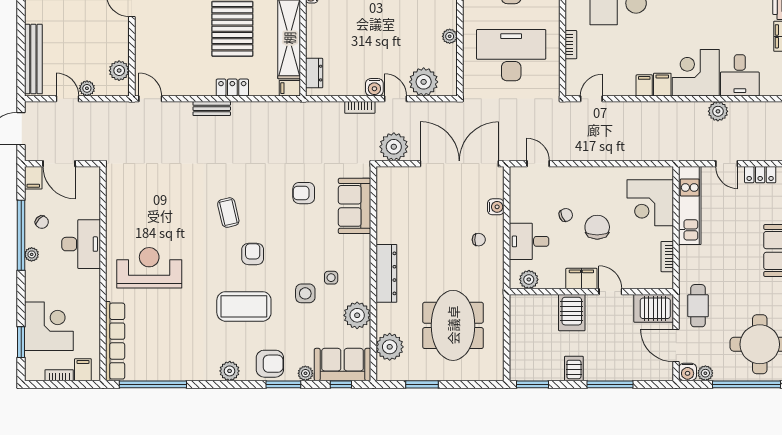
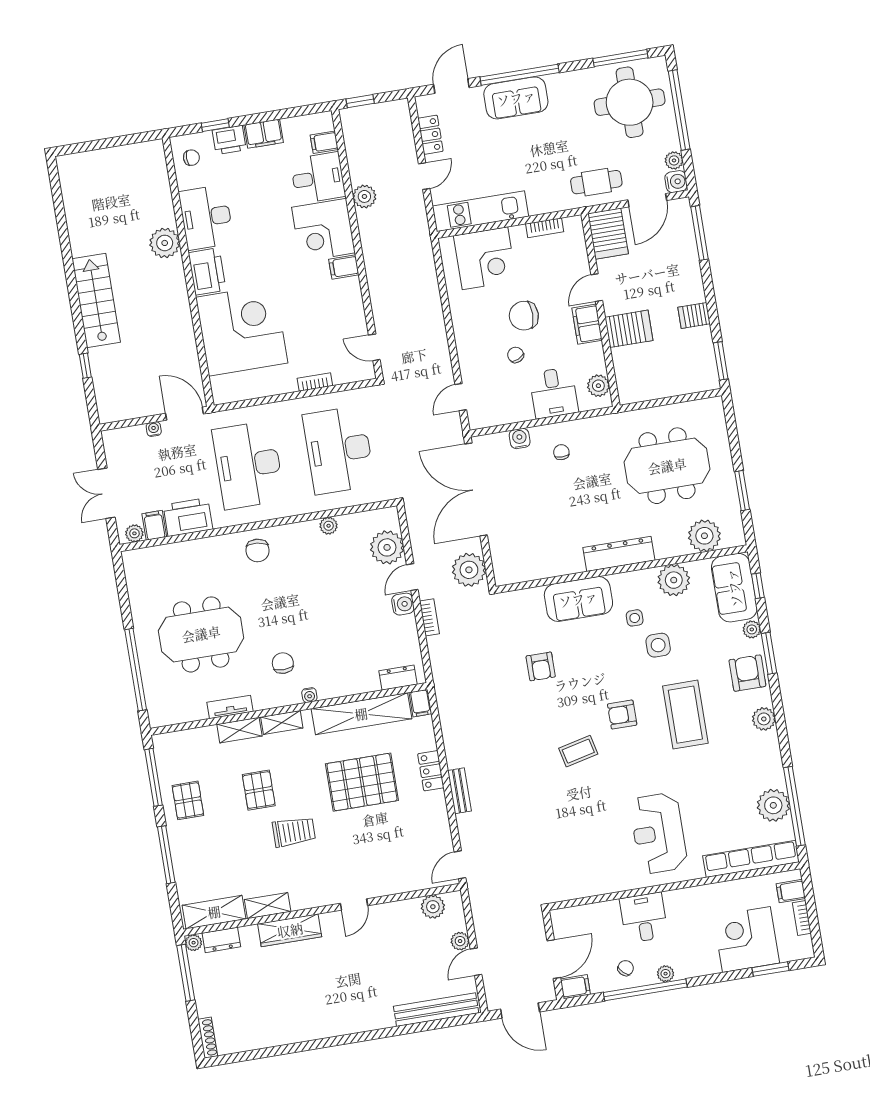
filing cabinet: (644, 85) -> (324, 142), moved
sofa: (355, 206) -> (578, 599), moved
desk: (81, 244) -> (644, 918), width x0.73
plant: (157, 367) -> (773, 805), added
window: (610, 384) -> (700, 233), moved

